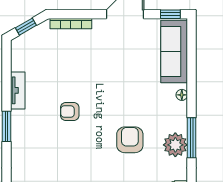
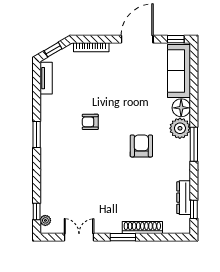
tv unit: (18, 90) -> (46, 78), moved
floor lamp: (182, 95) -> (181, 108), width x1.89, depth x1.89
plant: (175, 145) -> (180, 128), moved

